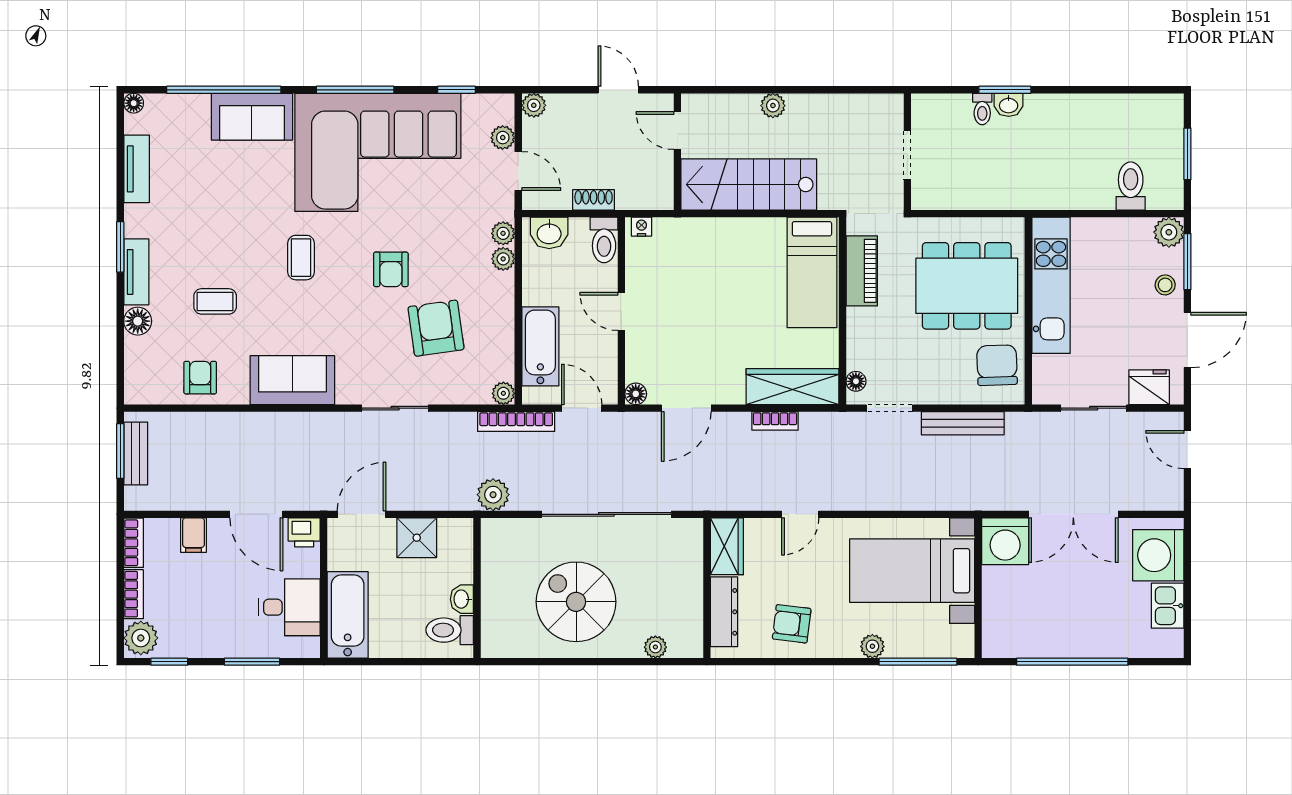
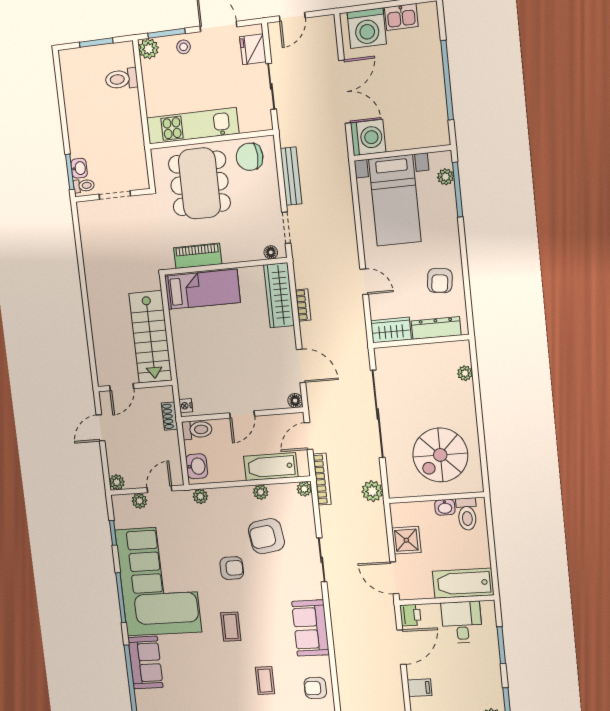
plant: (773, 106) -> (98, 326), removed
wall: (907, 152) -> (113, 195), moved
doorway: (907, 155) -> (115, 195), moved
shoe rack: (594, 200) -> (170, 416), moved
coffee table: (301, 258) -> (231, 627), turned 90
plant: (503, 259) -> (261, 492), moved
spiral stairs: (576, 602) -> (440, 455), moved
plant: (872, 646) -> (445, 177), moved

